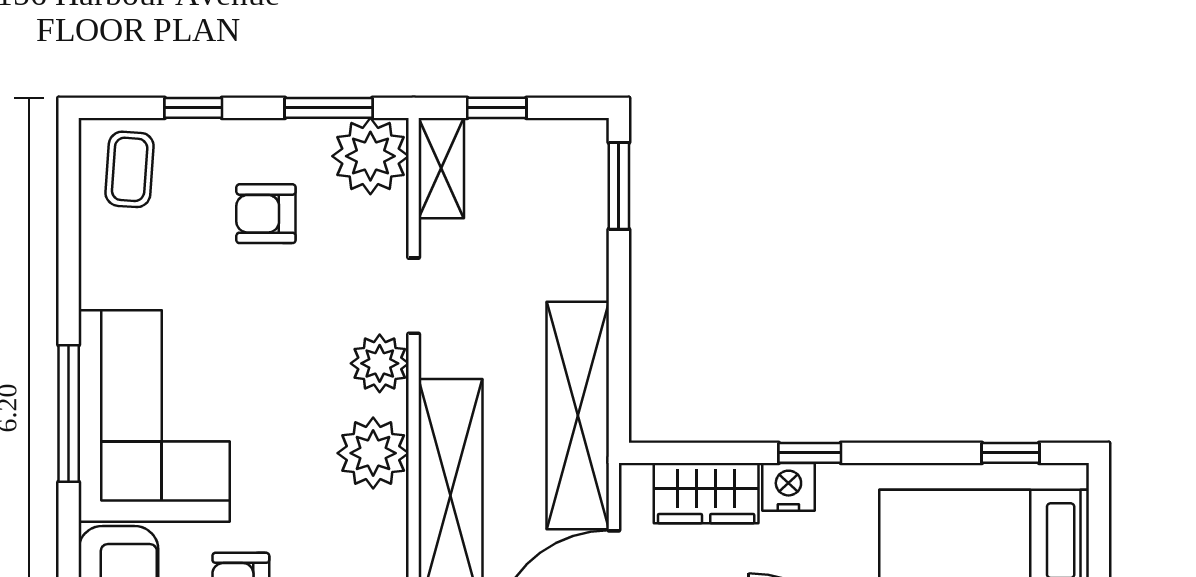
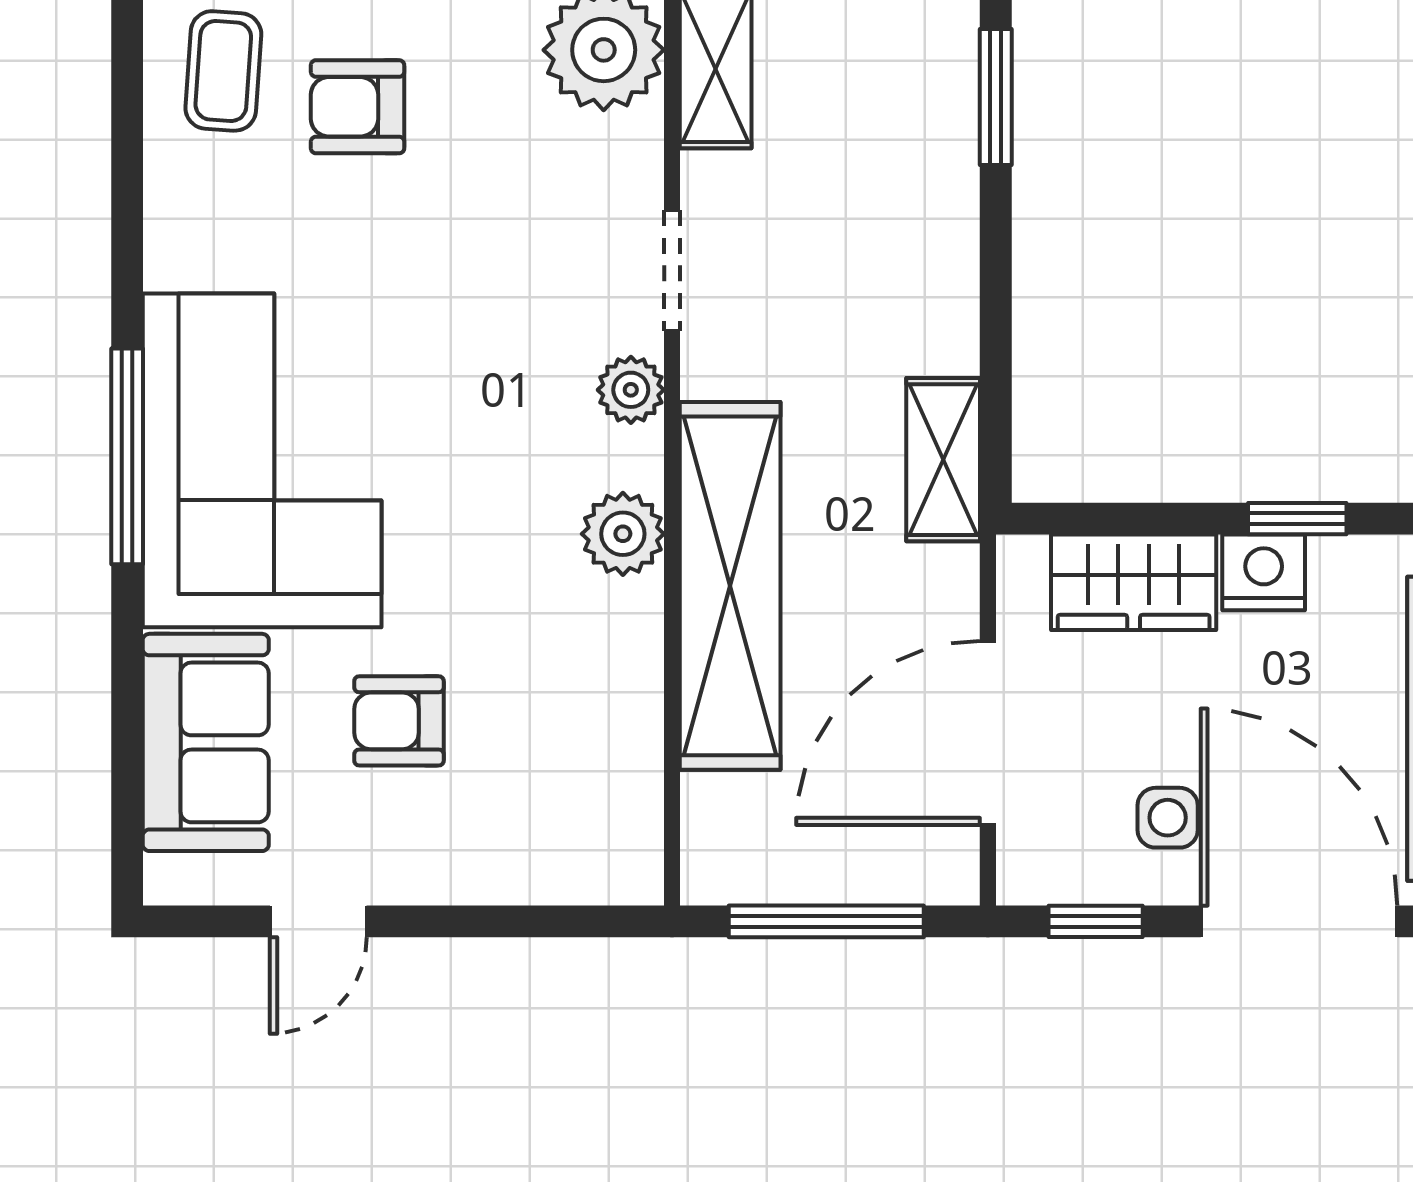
armchair: (266, 214) -> (358, 107), moved
plant: (380, 363) -> (631, 390), width x0.73, depth x0.73
shelving: (578, 416) -> (943, 460), width x0.45, depth x0.75
plant: (373, 453) -> (623, 534), width x0.73, depth x0.73

